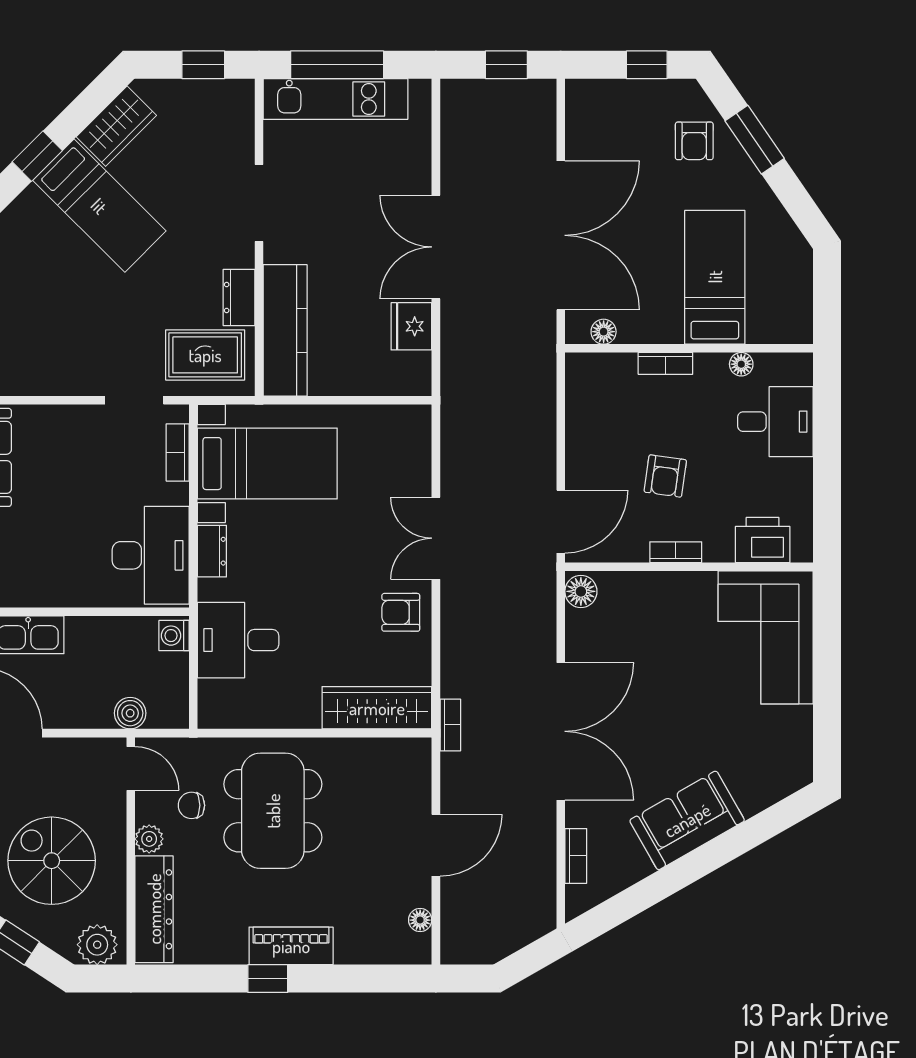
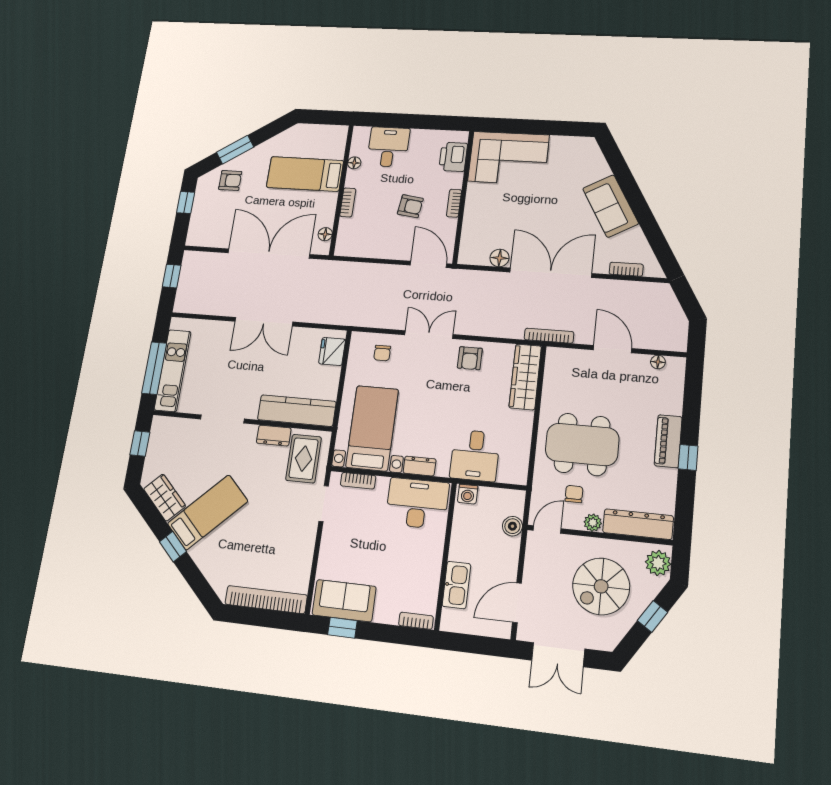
fridge: (411, 326) -> (332, 351), moved, turned 90
chair: (397, 463) -> (382, 353), added
double door: (436, 538) -> (429, 335), swing flipped
floor lamp: (581, 591) -> (500, 258), moved
bookcase: (450, 725) -> (549, 336), width x1.56
chair: (191, 805) -> (574, 494), turned 180

